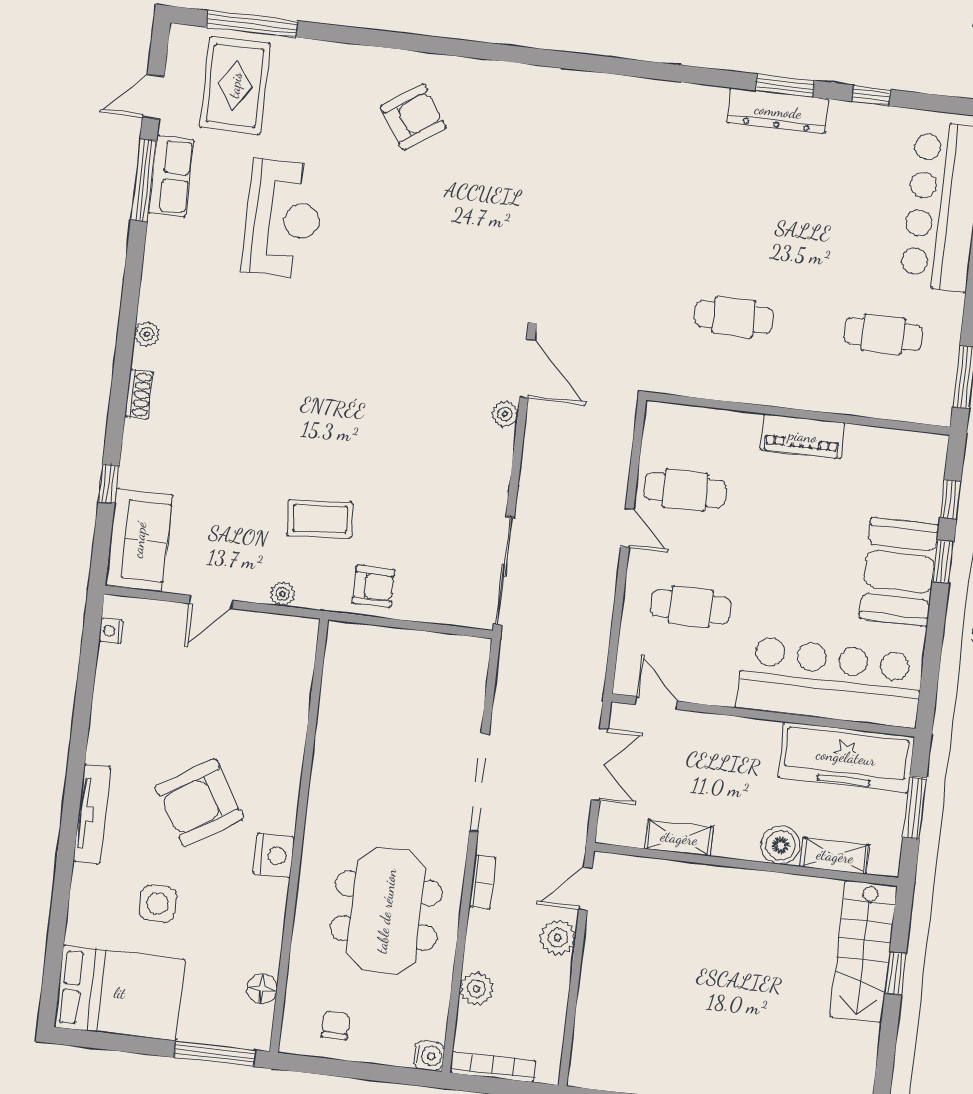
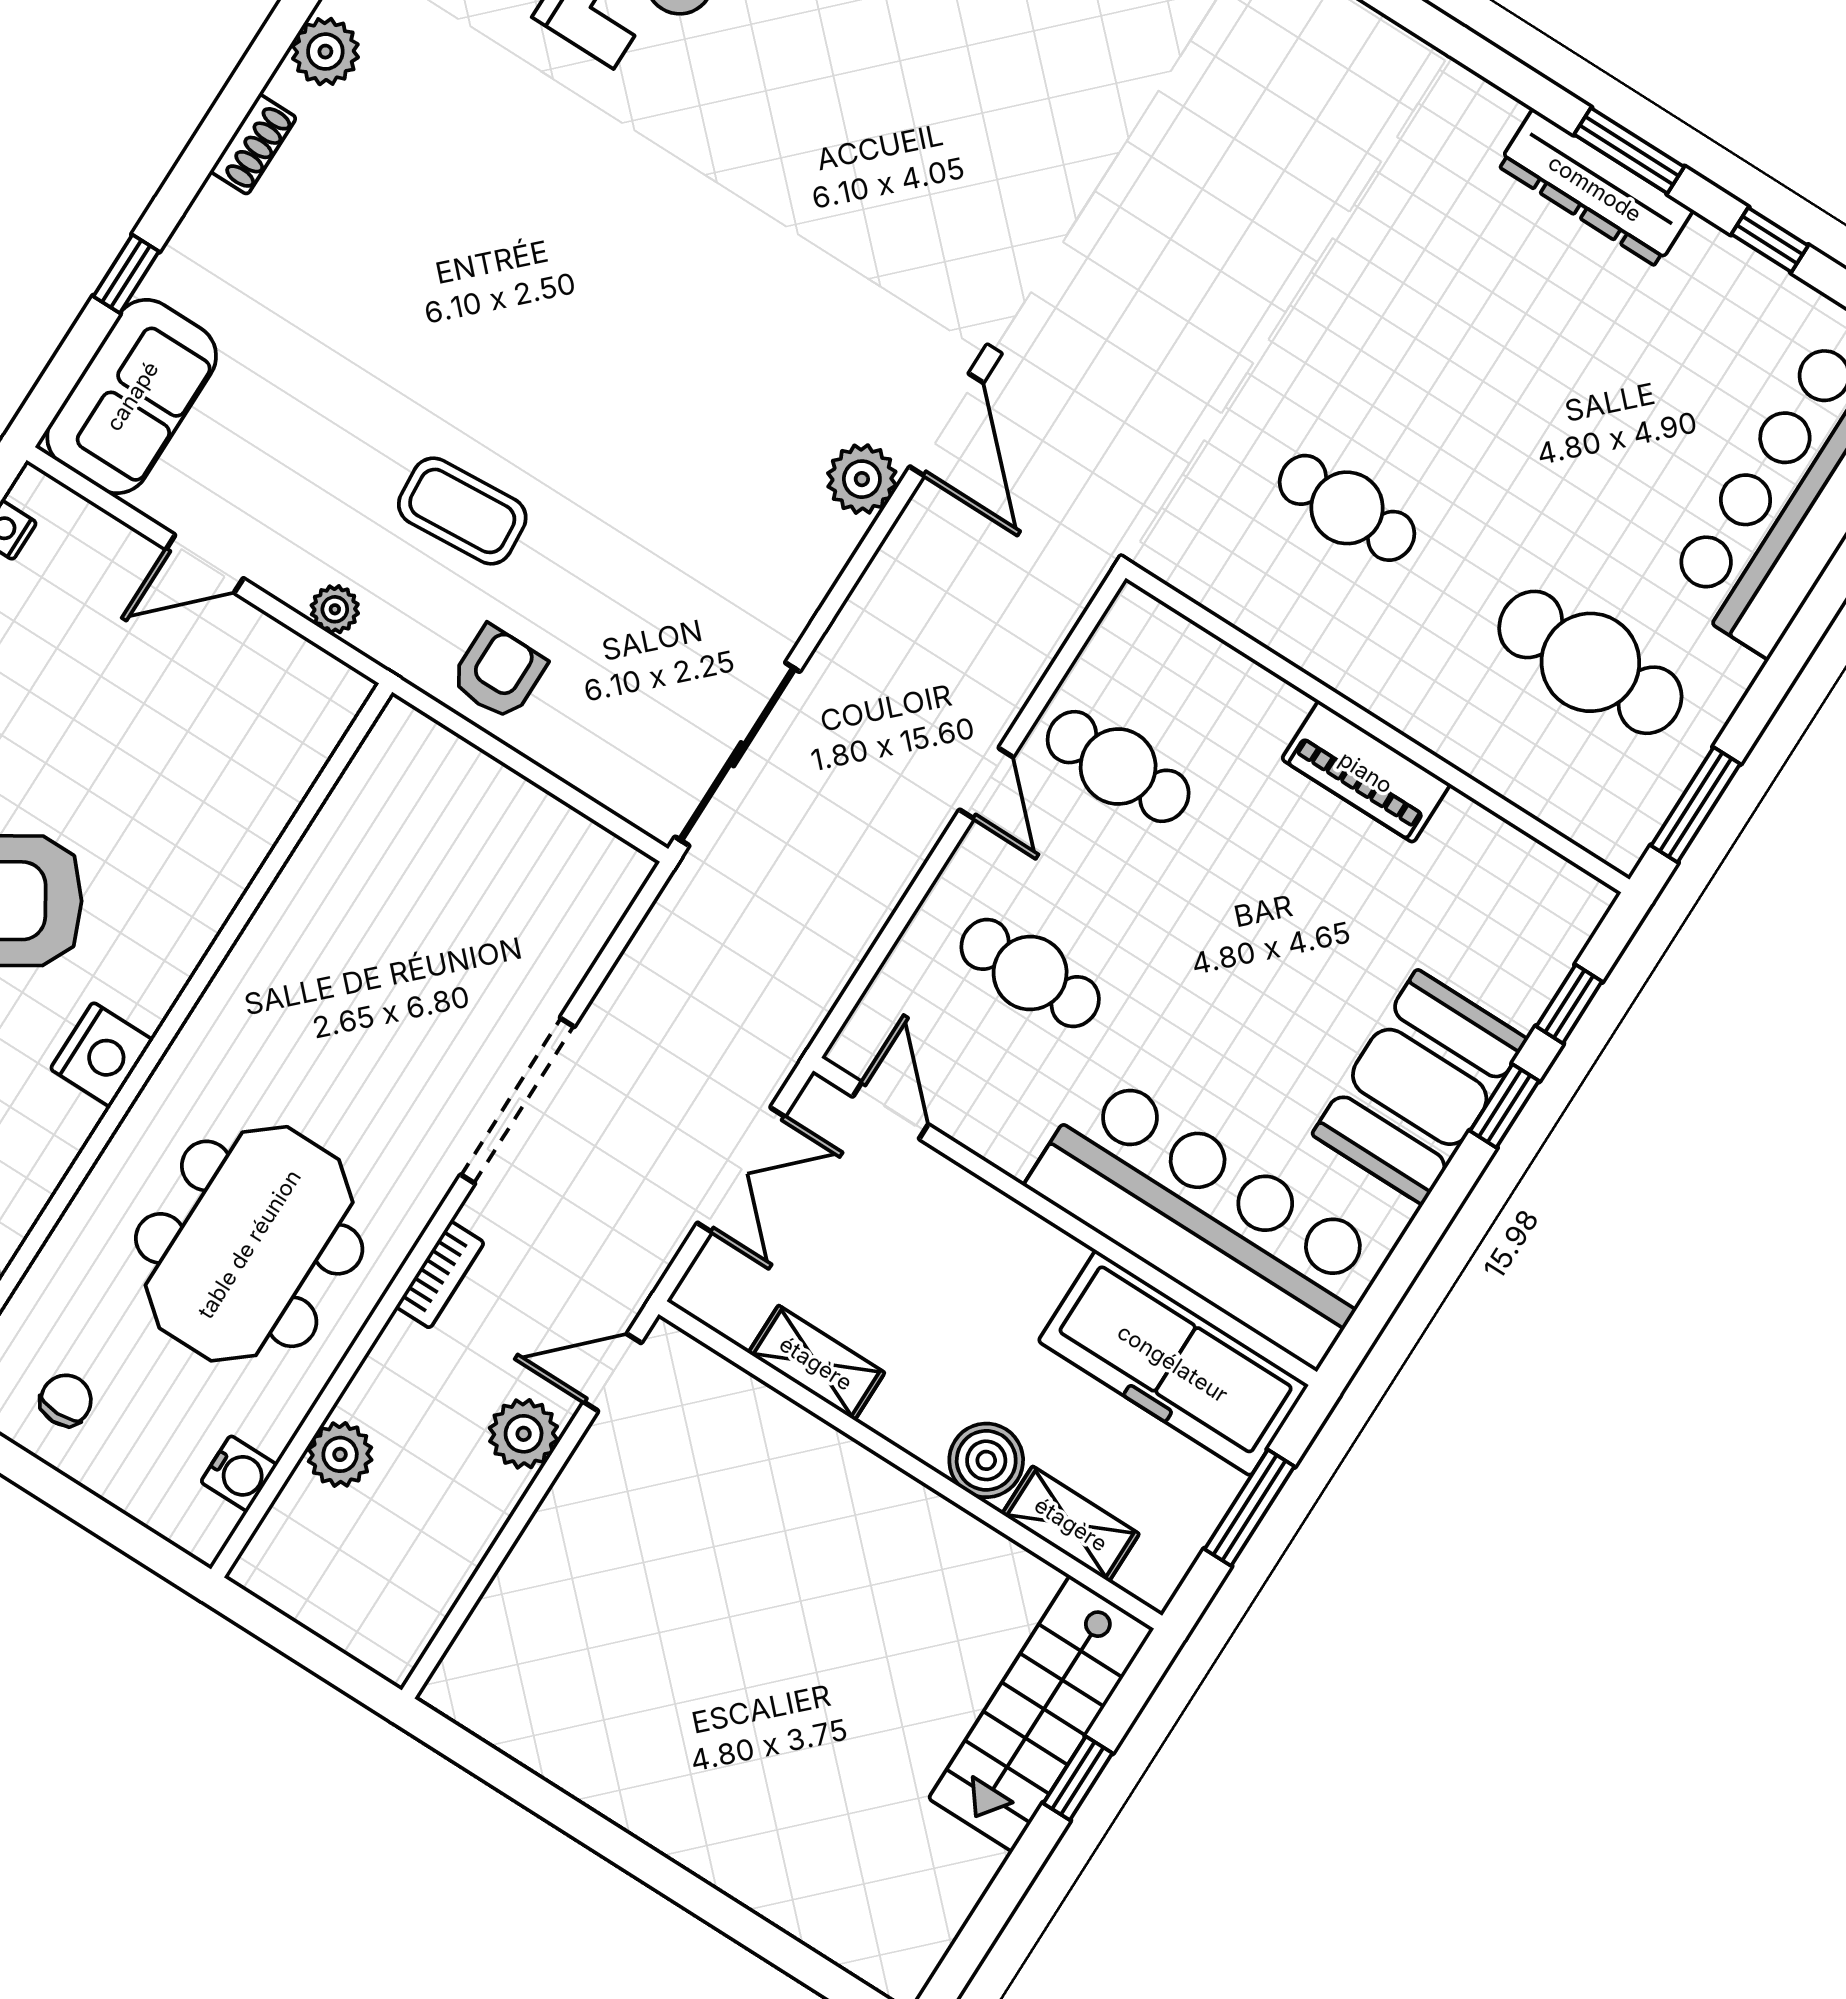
plant: (147, 334) -> (325, 52), width x1.38, depth x1.38
cafe table: (883, 334) -> (1590, 662), width x1.37, depth x1.35
plant: (505, 414) -> (862, 479), width x1.38, depth x1.38
armchair: (373, 586) -> (498, 673), turned -90
water cooler: (429, 1056) -> (239, 1473), moved
bookcase: (493, 1067) -> (303, 1603), removed

